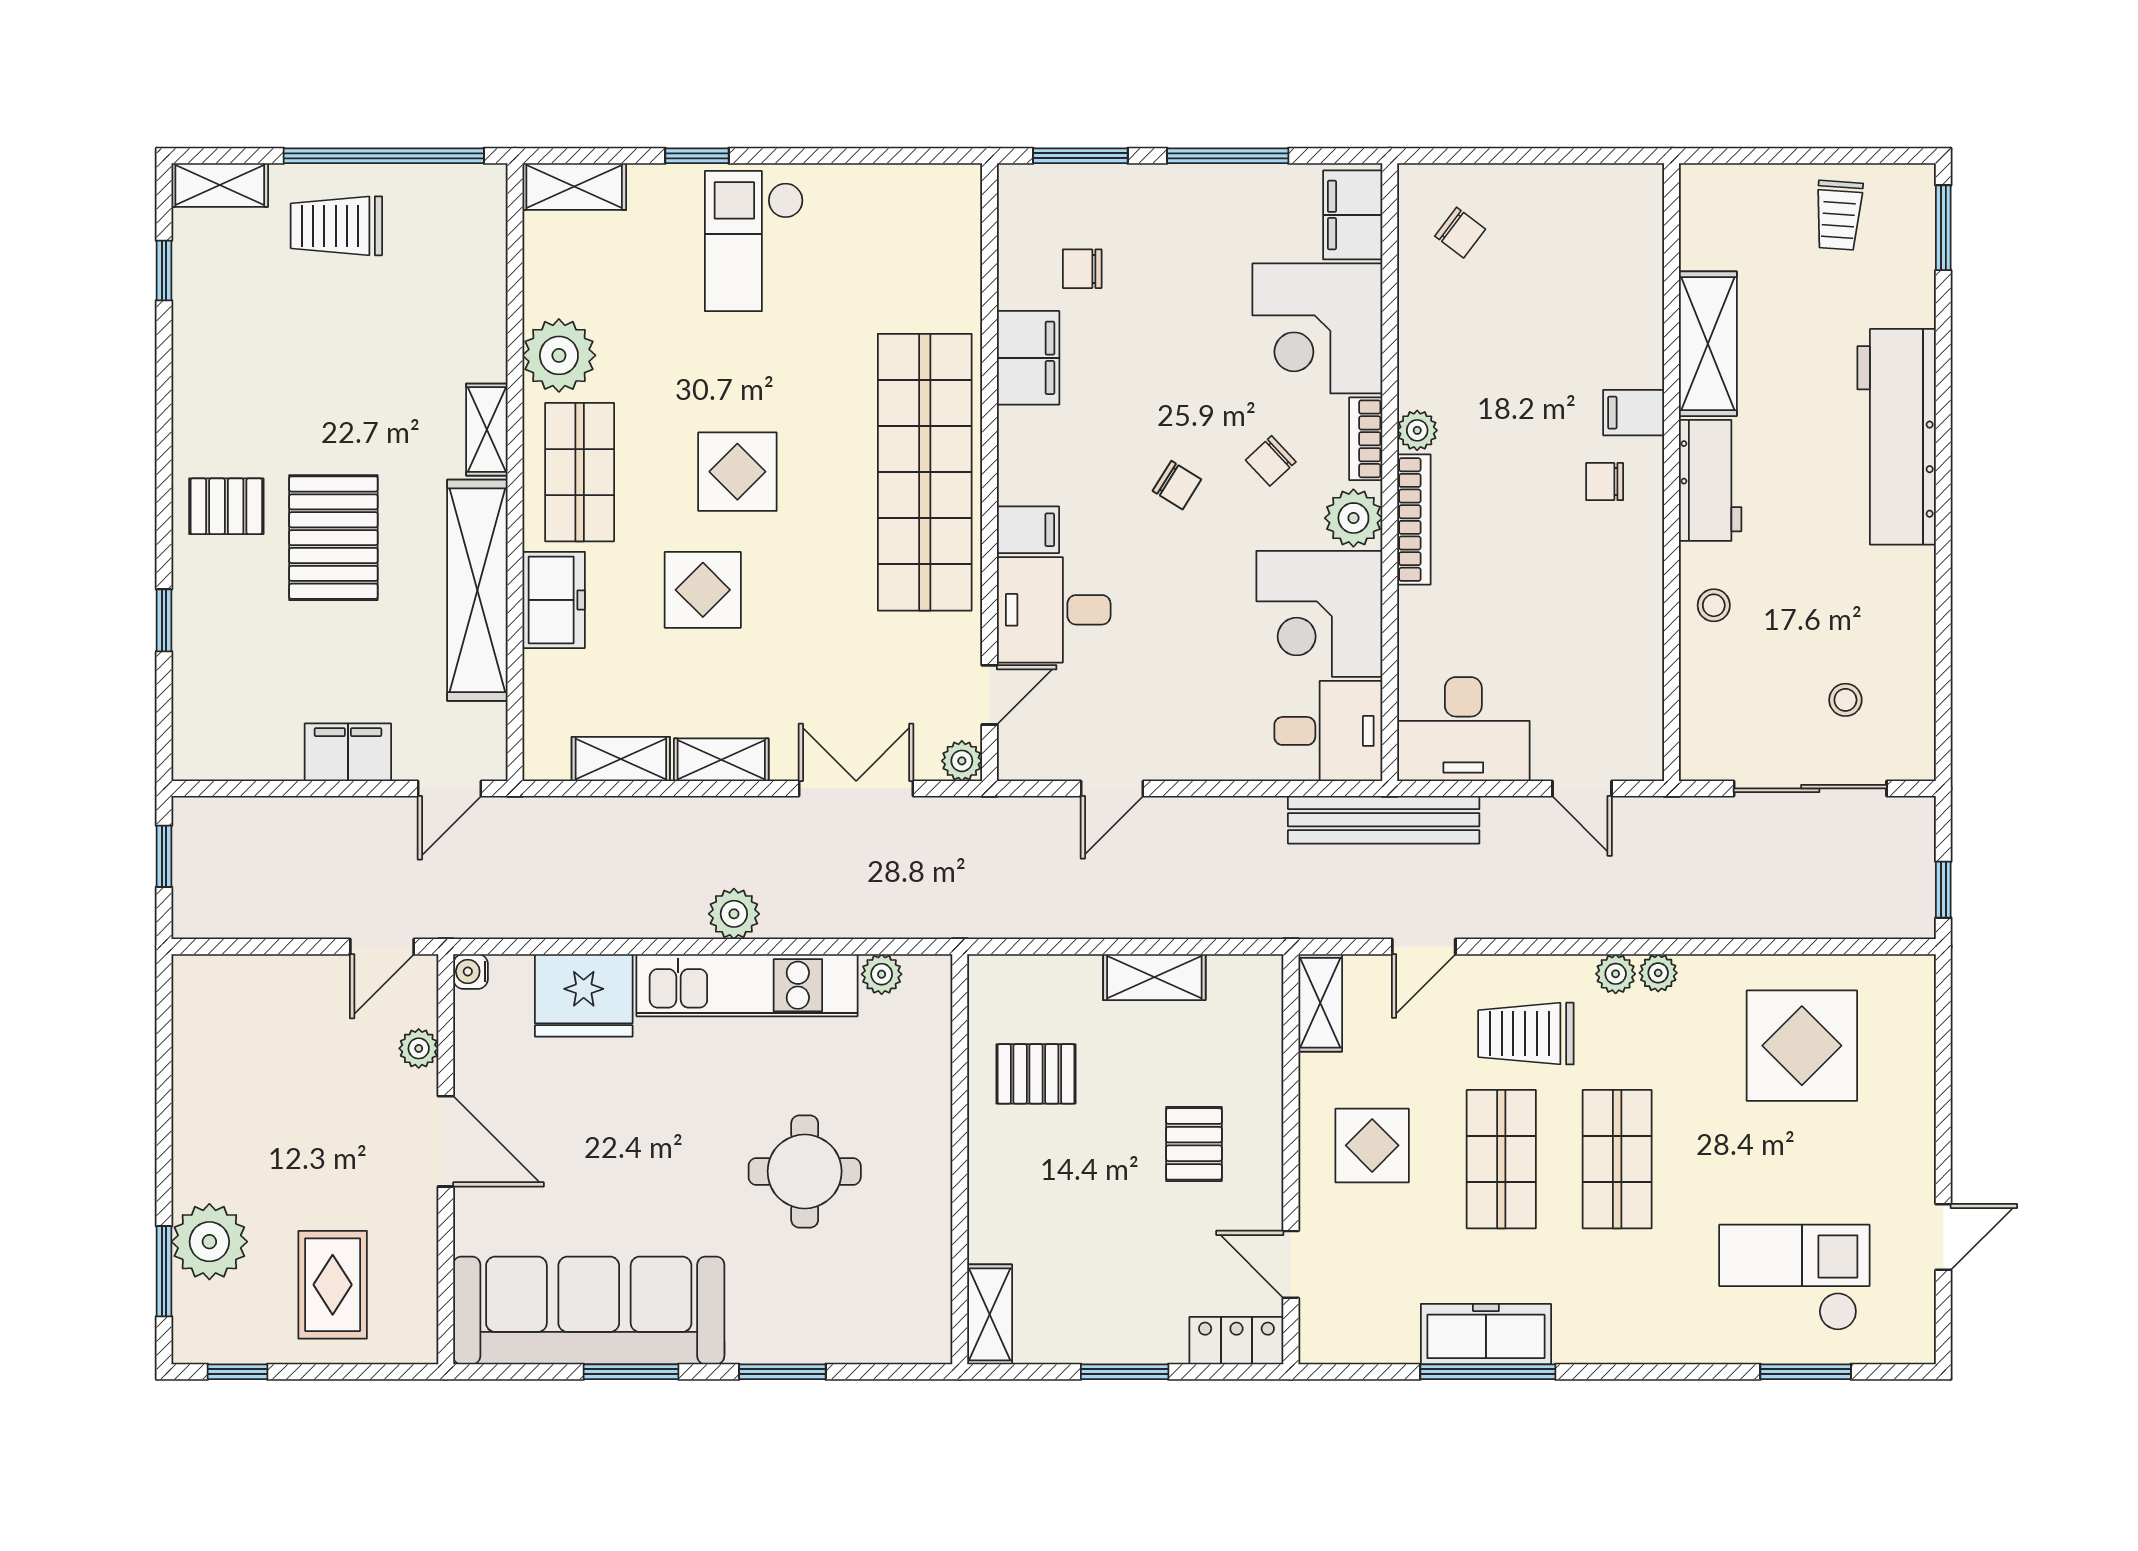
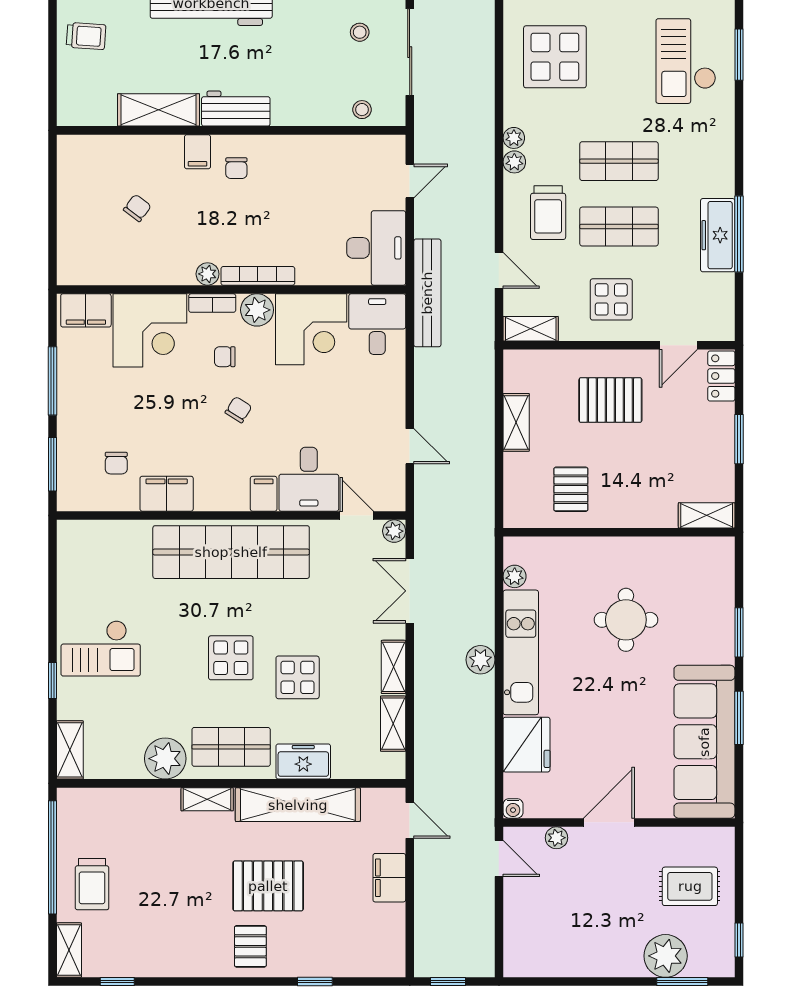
chair: (1460, 233) -> (137, 208), moved
chair: (1271, 461) -> (225, 357), turned 133
stool: (1714, 605) -> (362, 110), moved
pallet: (1194, 1144) -> (610, 400), width x1.50, depth x1.42

